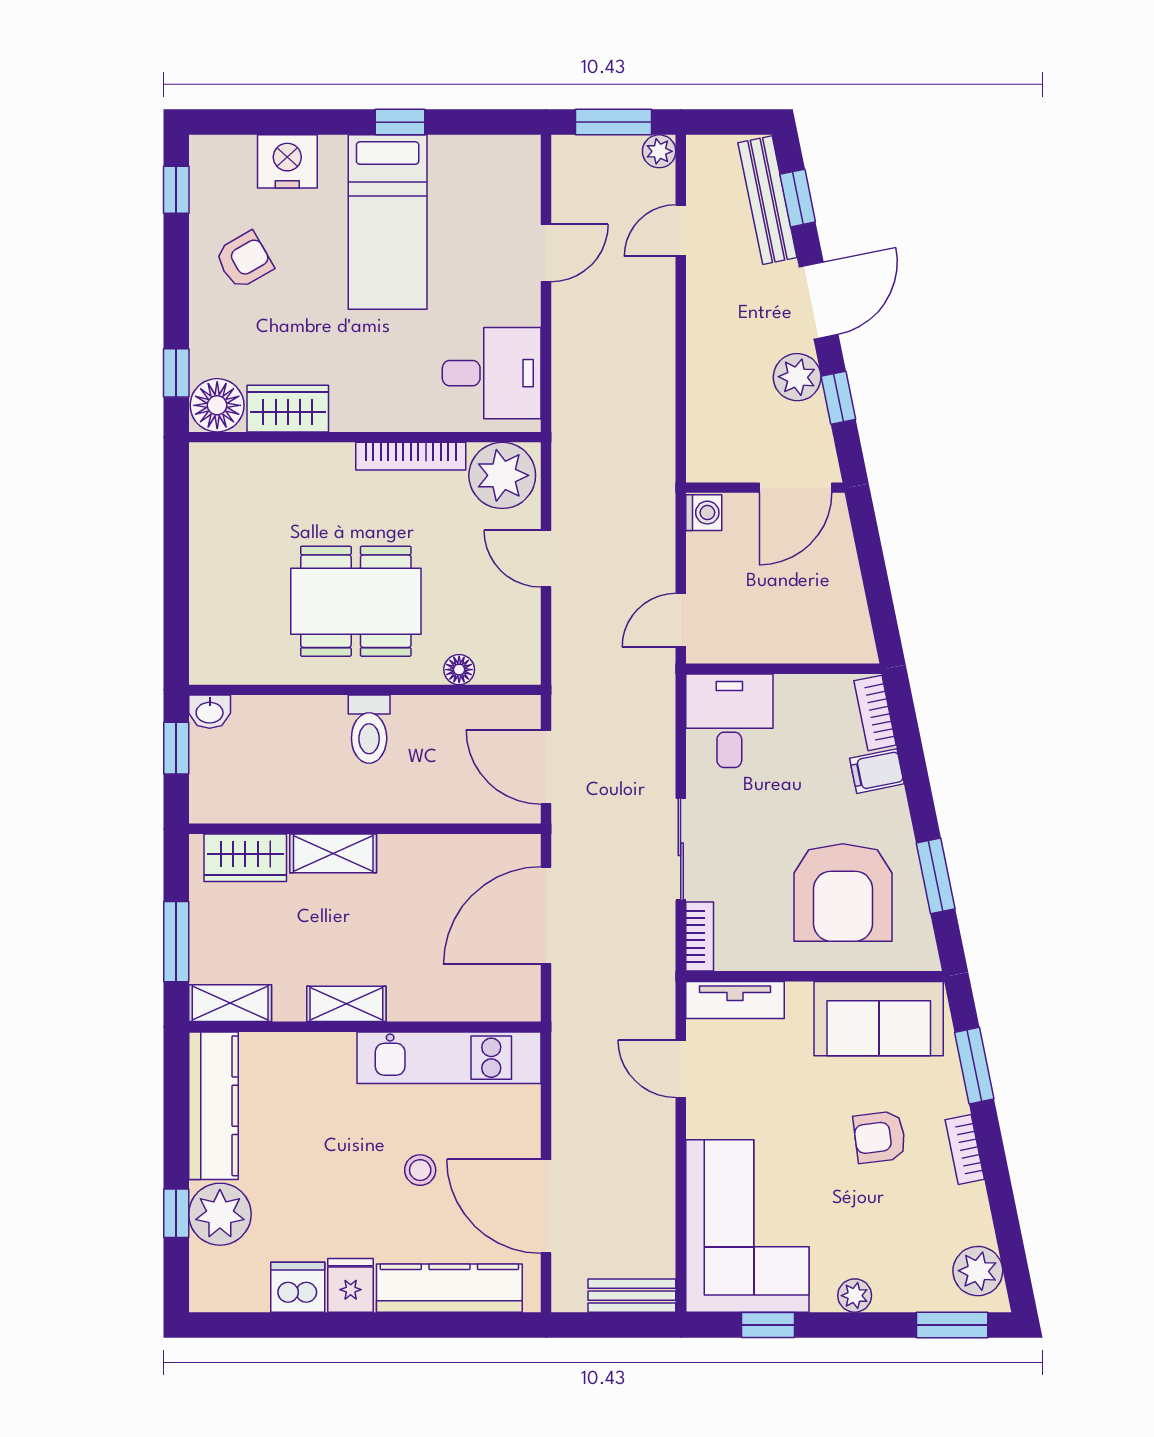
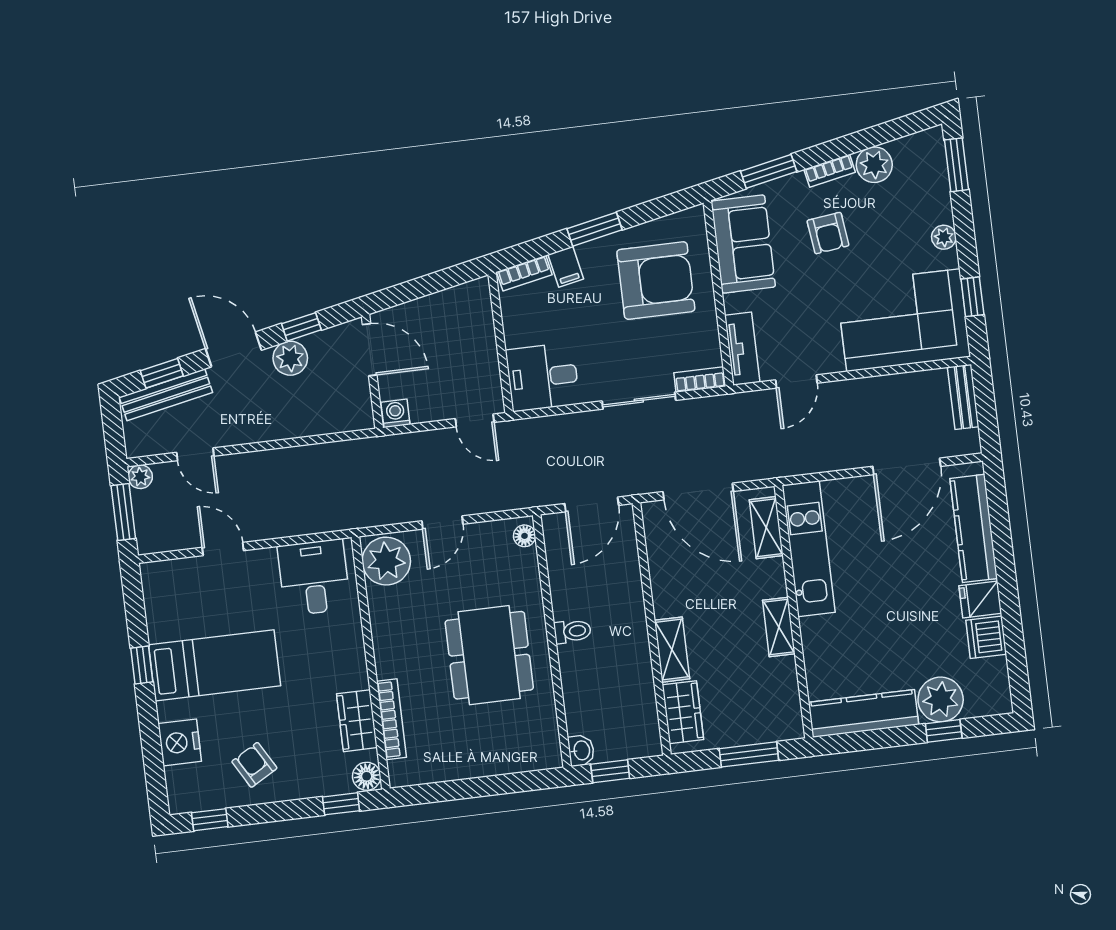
floor lamp: (217, 405) -> (367, 776), width x0.73, depth x0.73
bookcase: (411, 456) -> (391, 719), moved
floor lamp: (459, 670) -> (525, 536), moved
toilet: (369, 729) -> (572, 631), width x0.73, depth x0.72
window: (936, 876) -> (595, 229), moved
shelving: (230, 1003) -> (766, 528), moved
stool: (420, 1170) -> (892, 560), removed
plant: (978, 1271) -> (874, 165), moved

